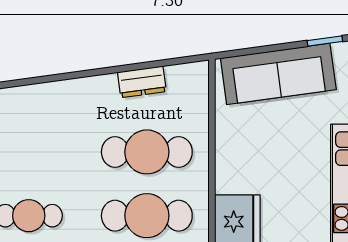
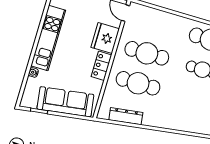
dresser: (142, 82) -> (126, 116), width x1.44
locker: (229, 165) -> (101, 66), added

